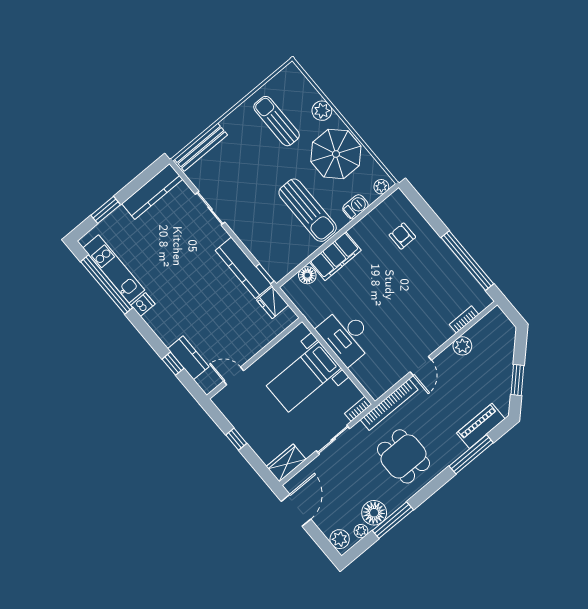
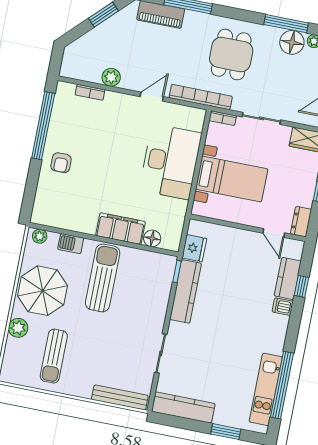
armchair: (402, 236) -> (61, 163), moved
dishwasher: (143, 305) -> (283, 307), moved
desk: (346, 336) -> (170, 162), width x1.36, depth x1.30
dresser: (225, 405) -> (301, 222), added

